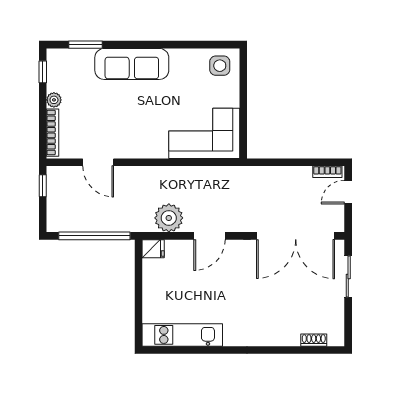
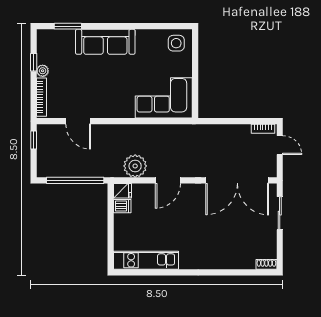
window: (43, 72) -> (34, 62), moved
door: (348, 192) -> (280, 145), swing flipped
dishwasher: (153, 268) -> (122, 206), added
shoe rack: (314, 340) -> (266, 264), moved

